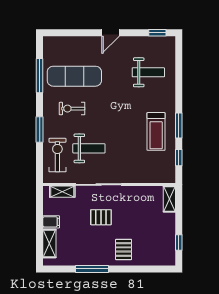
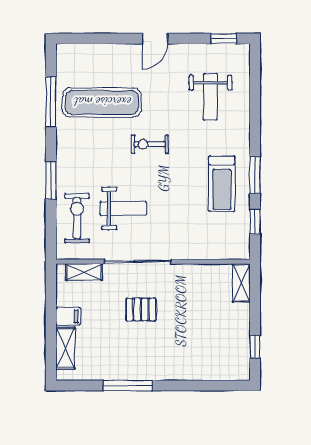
weight bench: (148, 72) -> (210, 97), turned 90
exercise bike: (72, 109) -> (150, 144), moved
pallet: (124, 249) -> (174, 357), removed

